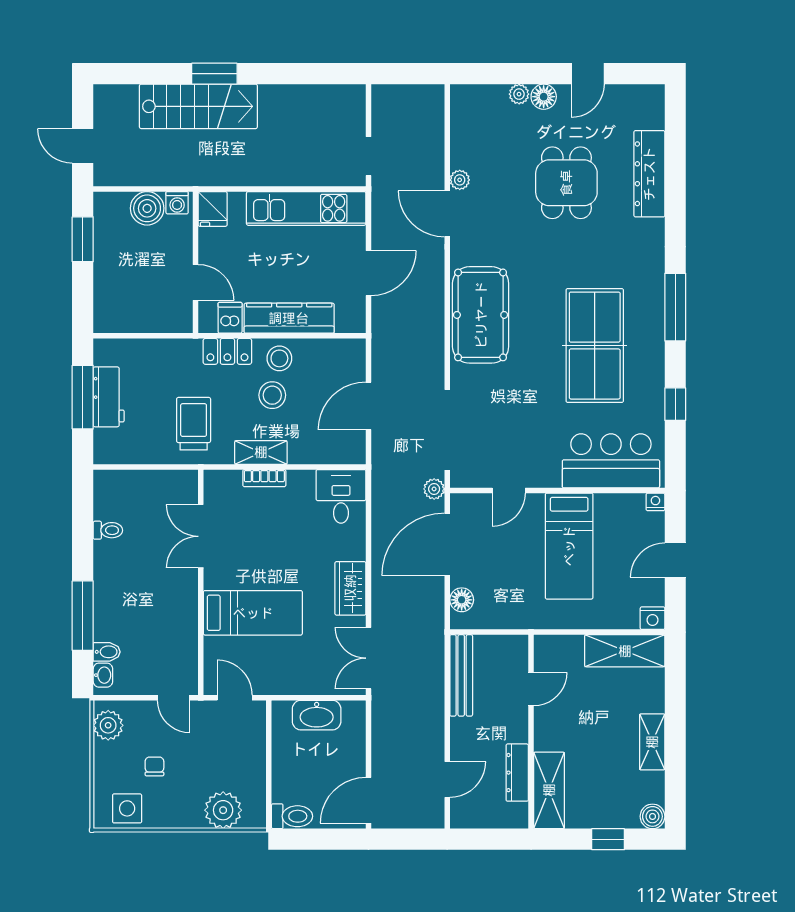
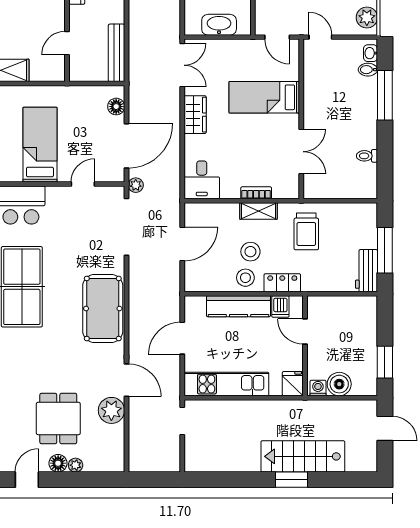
plant: (460, 180) -> (111, 410), width x1.88, depth x1.88
dining table: (566, 183) -> (58, 418), moved
workbench: (109, 397) -> (366, 271), moved

